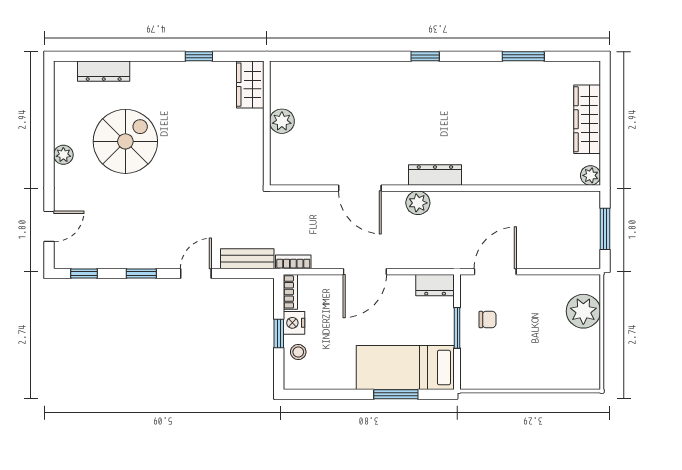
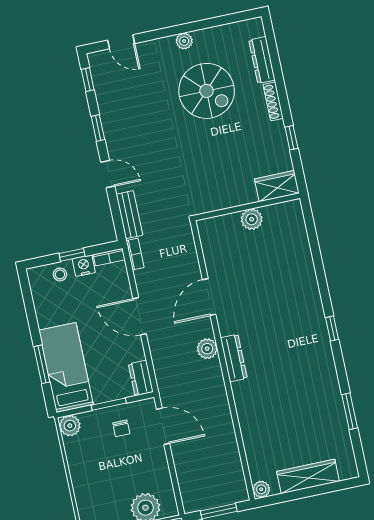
shoe rack: (153, 68) -> (273, 101), added
plant: (472, 377) -> (70, 426), added

